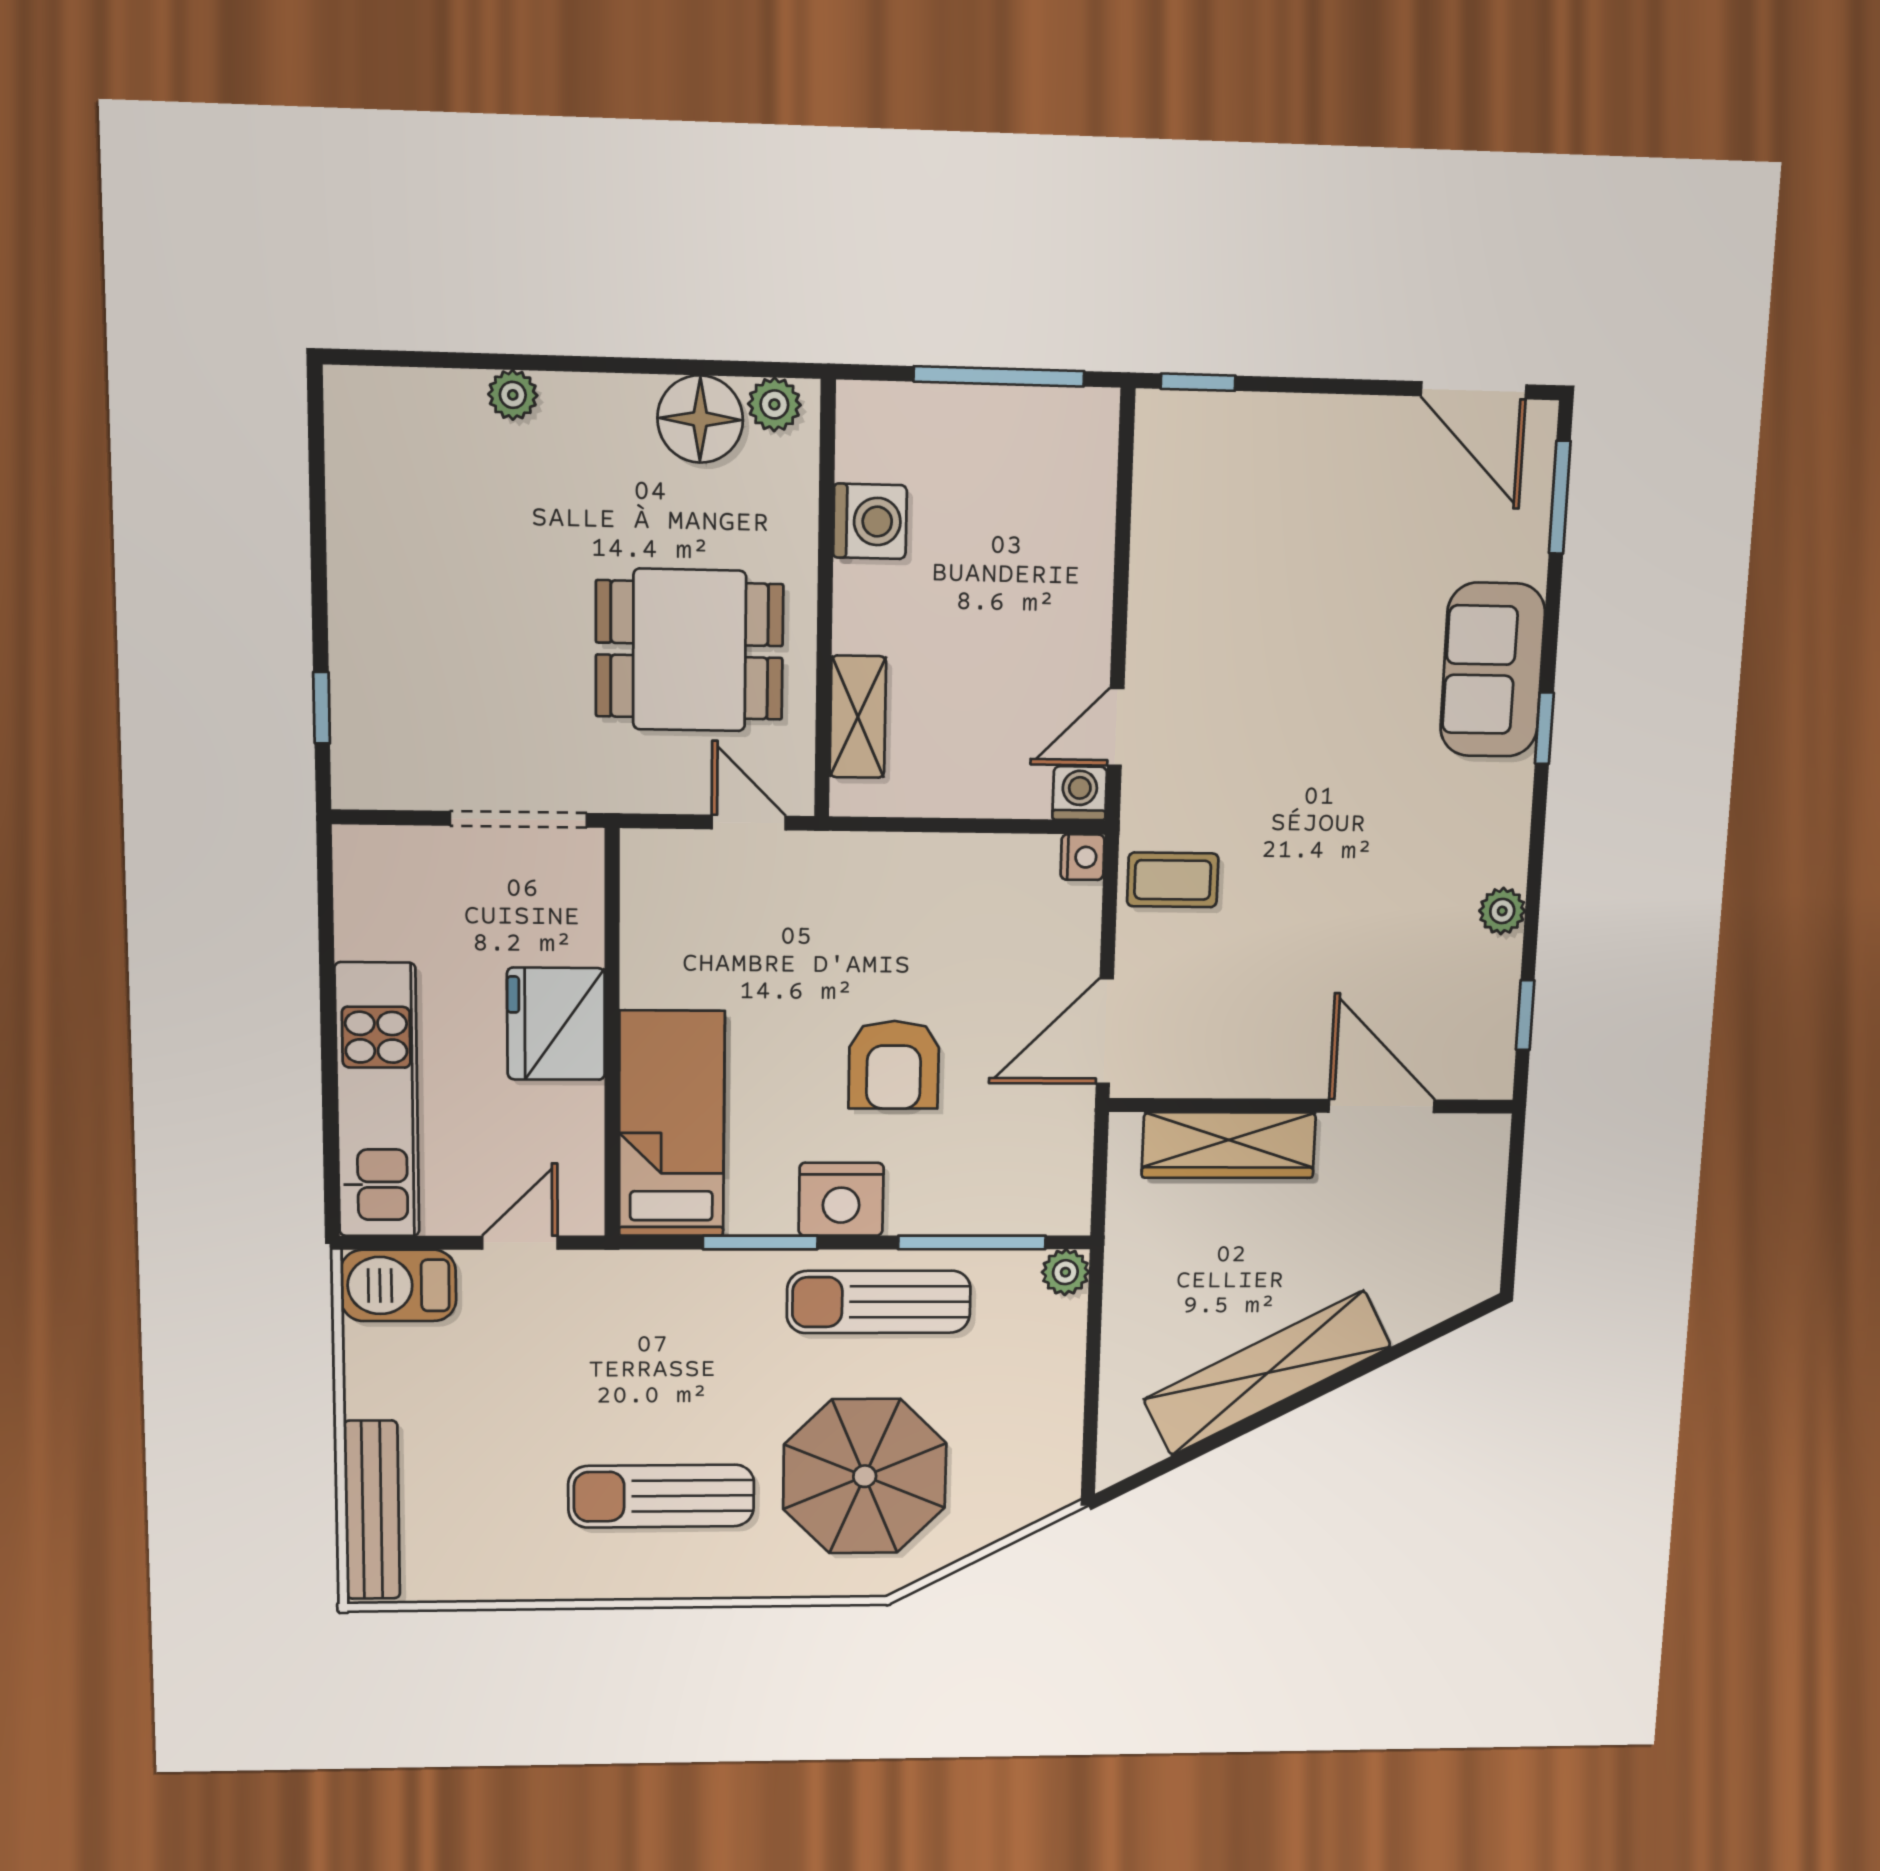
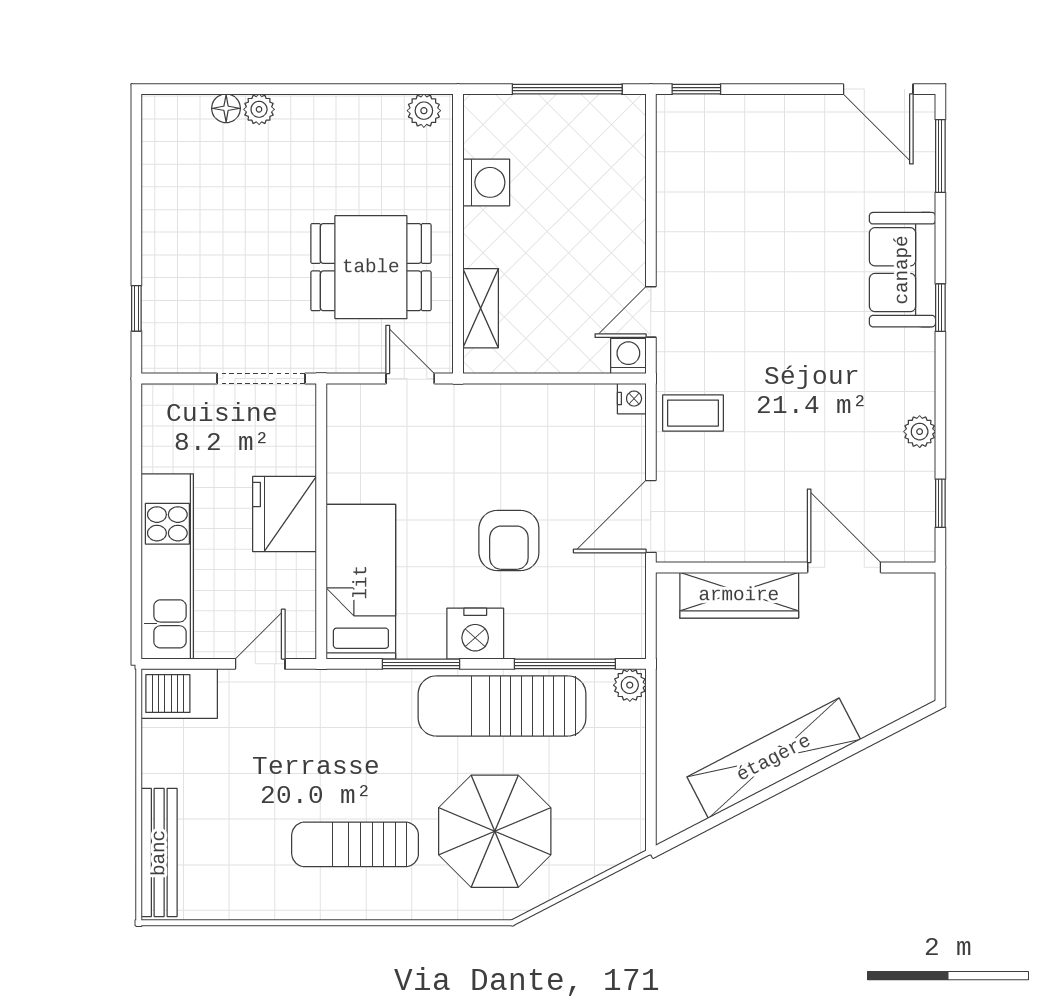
floor lamp: (700, 419) -> (226, 108), moved, width x0.53, depth x0.53
sun lounger: (879, 1302) -> (502, 706), width x1.36, depth x1.34

